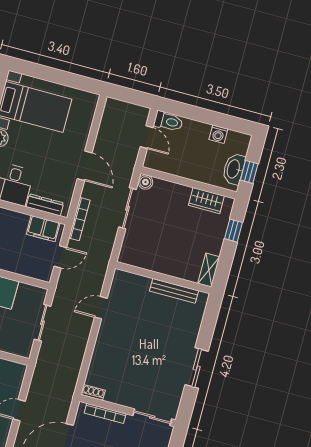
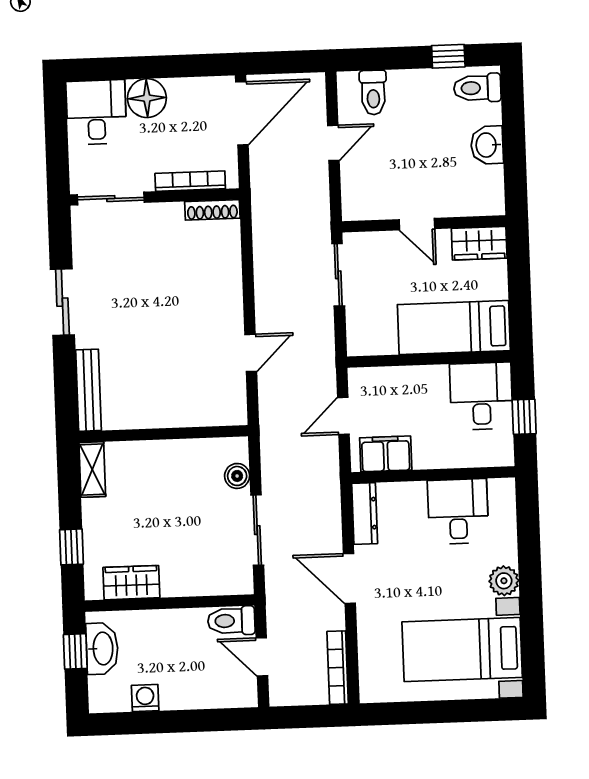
toilet: (168, 121) -> (231, 621), moved
boiler: (145, 182) -> (237, 476), moved
dresser: (45, 205) -> (365, 513), moved, turned -90
bookcase: (79, 219) -> (338, 668), moved
bench: (174, 291) -> (88, 390), moved, turned 90
sliding door: (43, 323) -> (338, 275), moved
shoe rack: (93, 392) -> (212, 210), width x1.43

